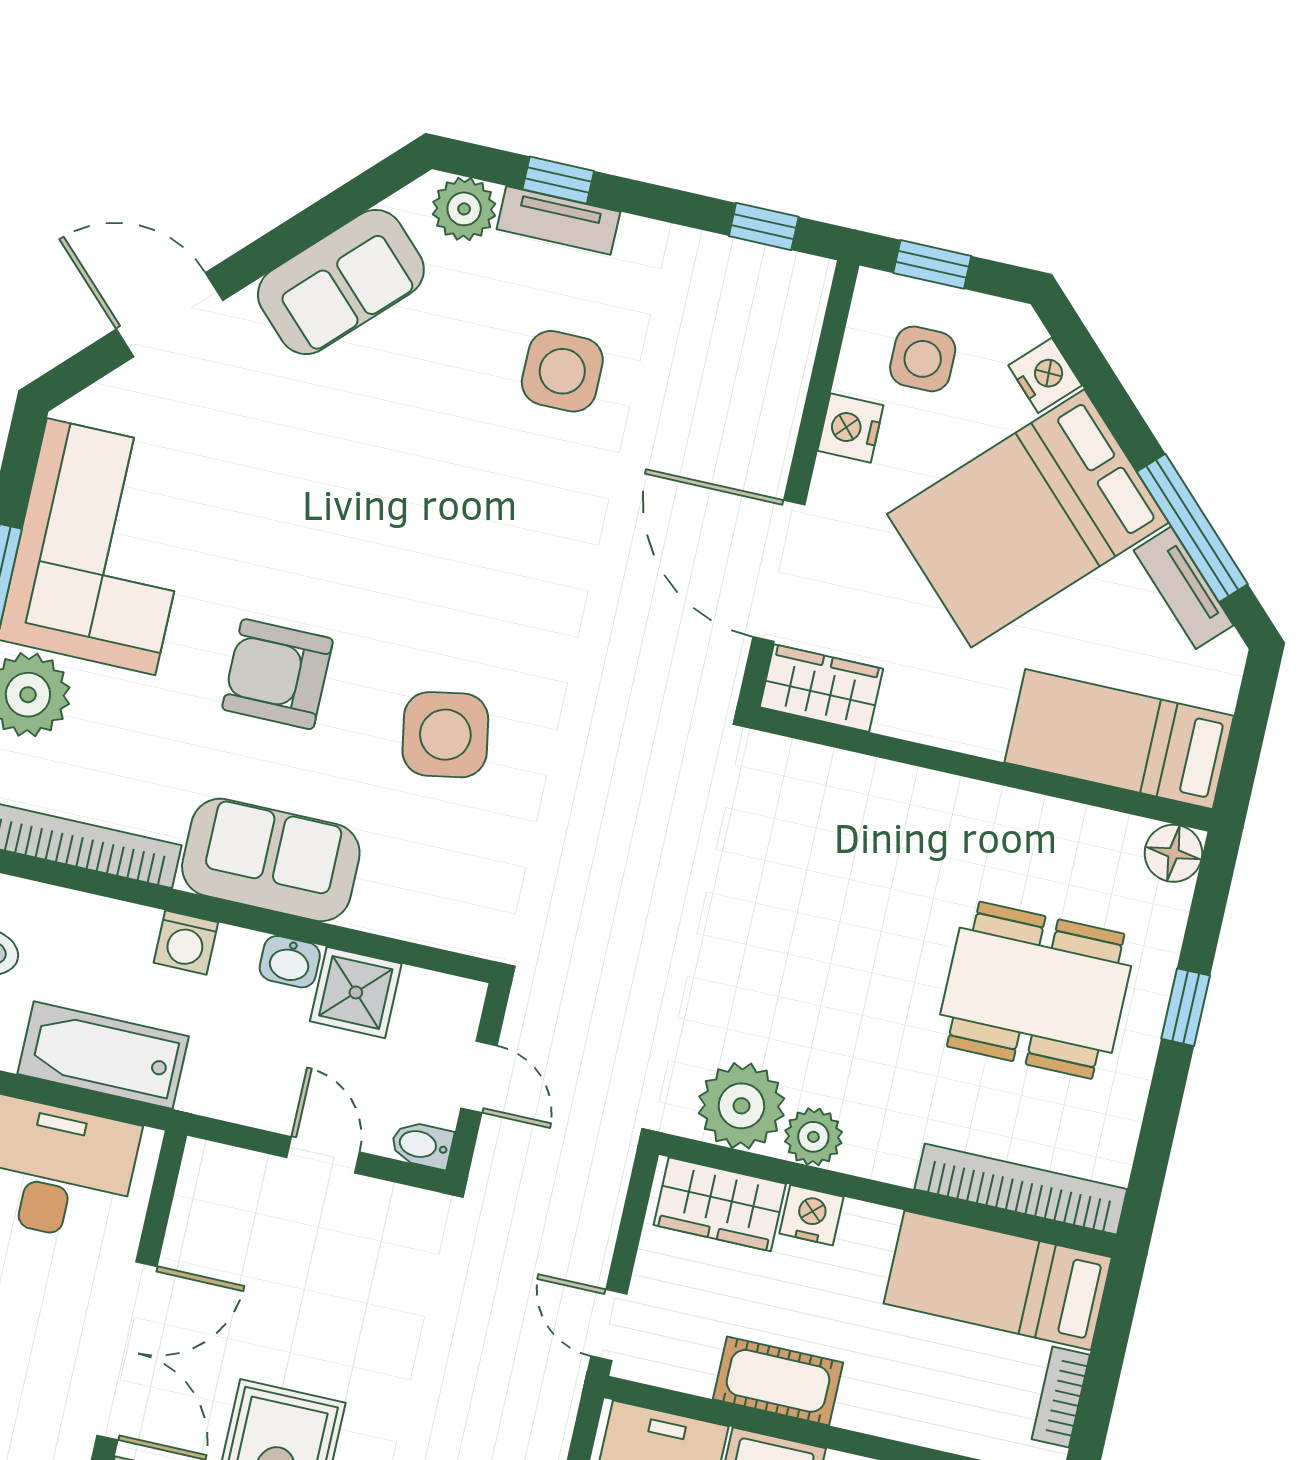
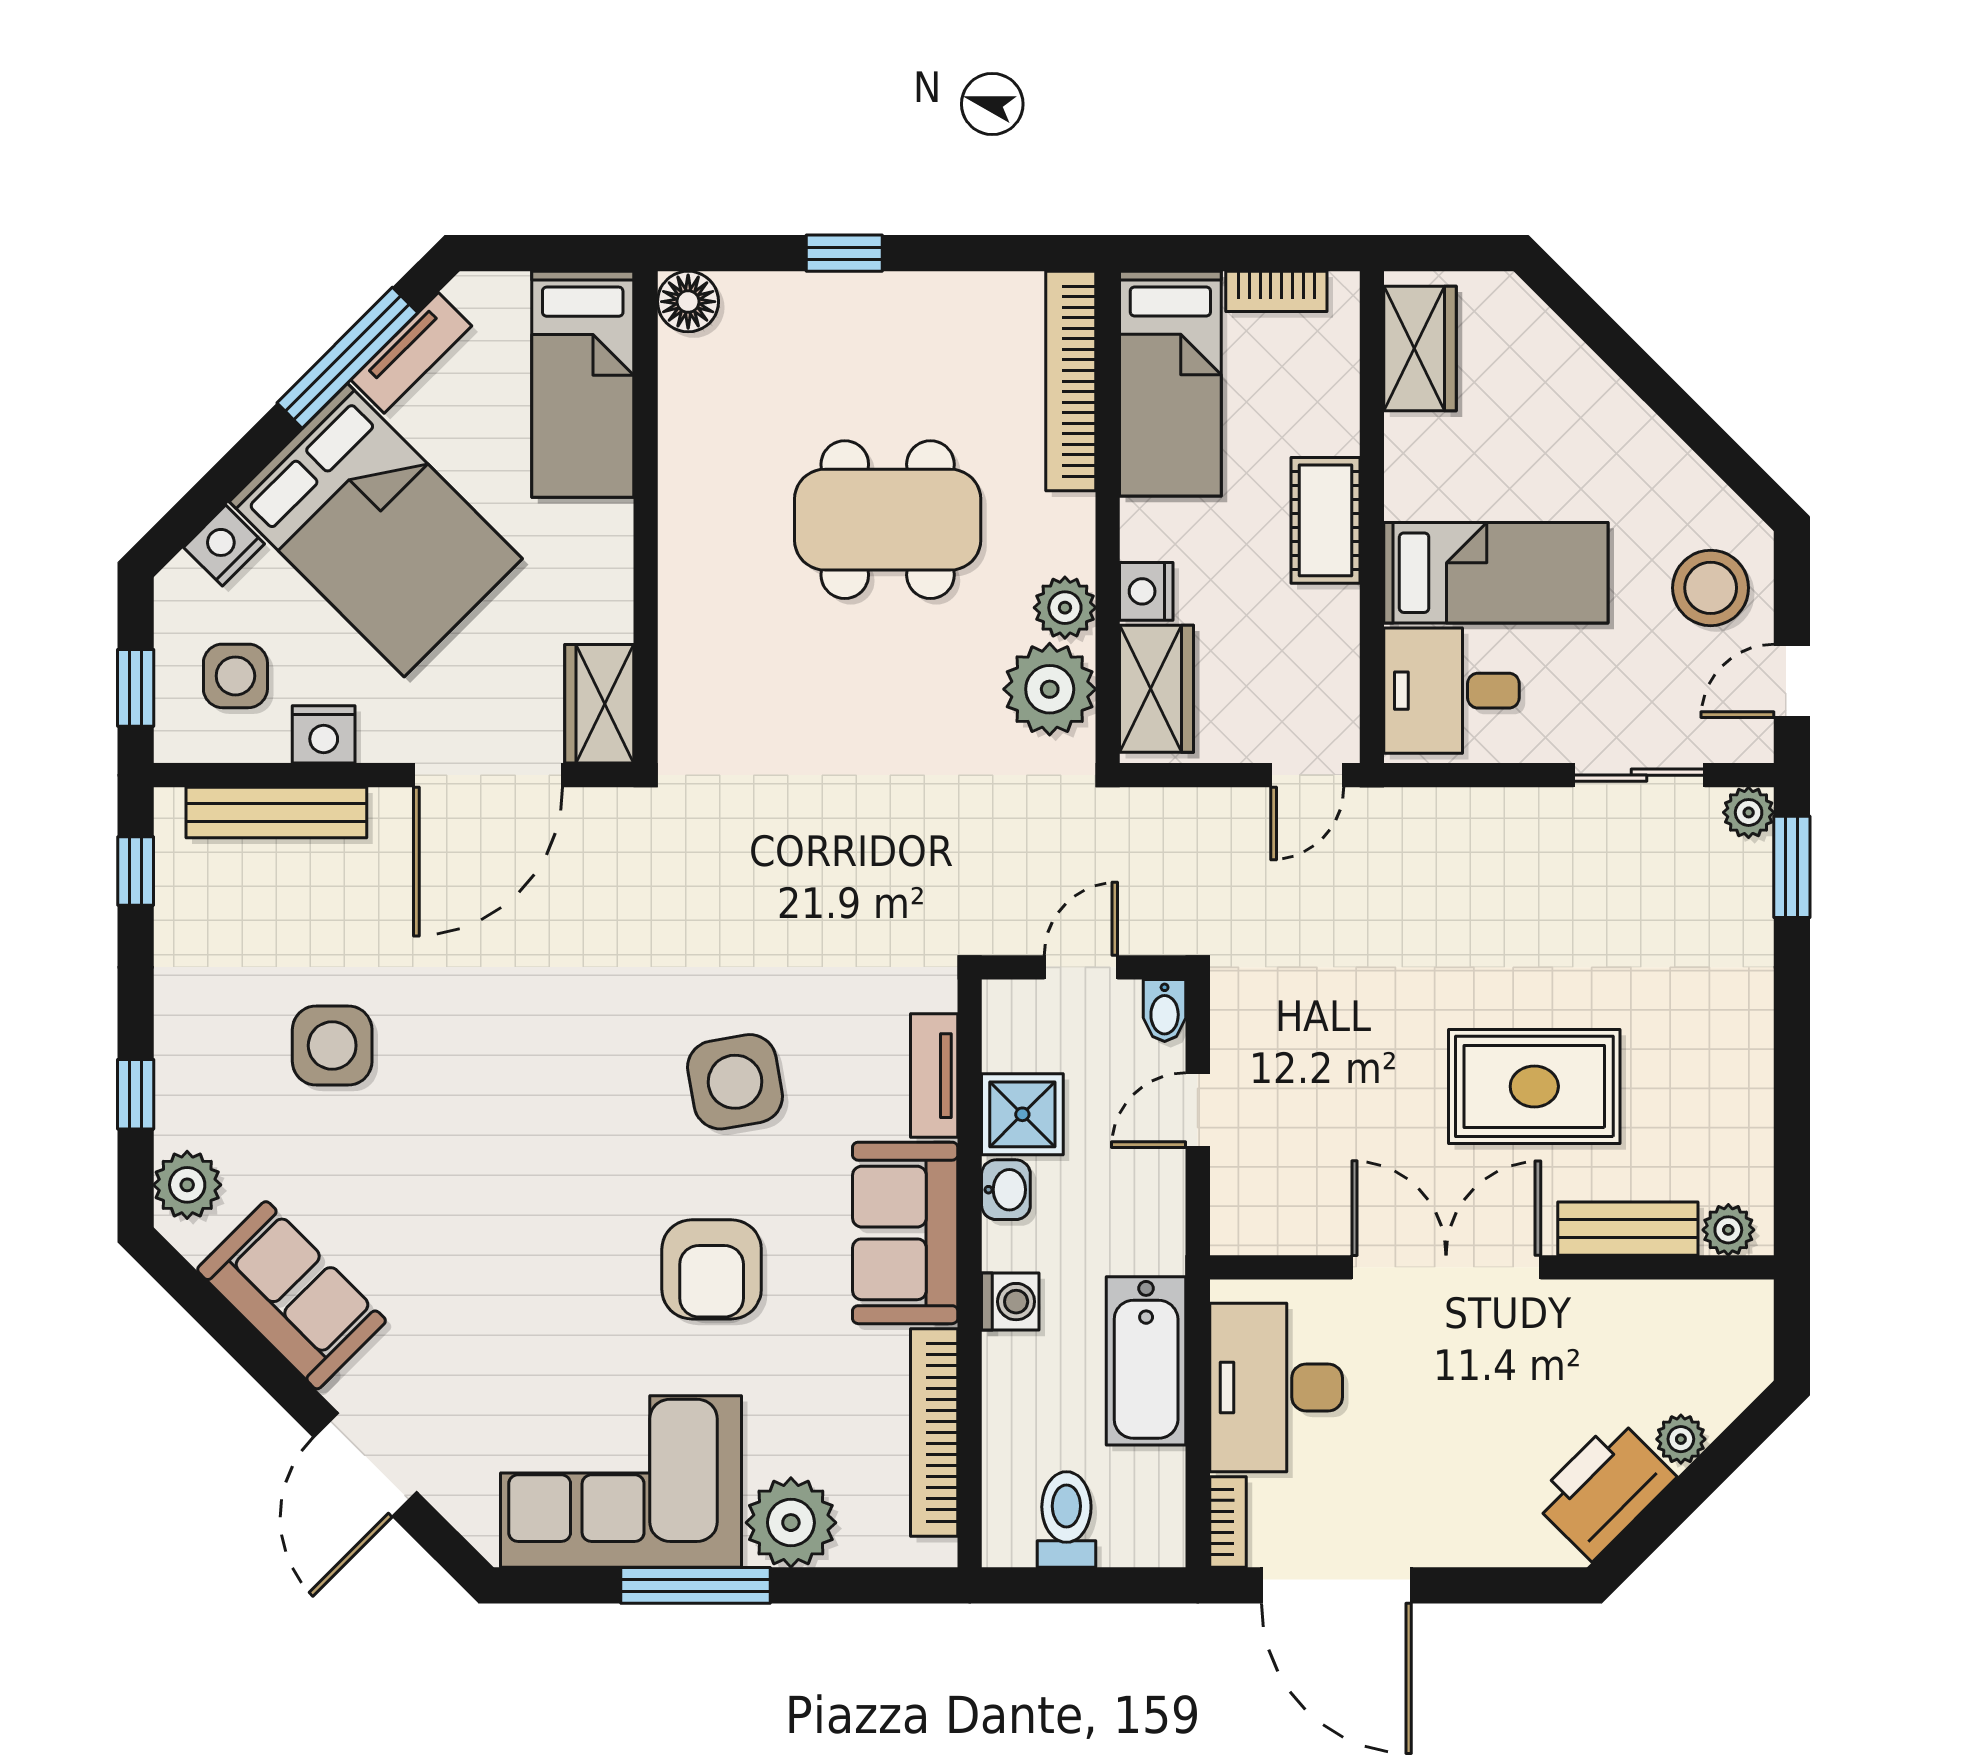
tv unit: (558, 220) -> (934, 1076), moved, turned 180
bench: (788, 368) -> (276, 812), added
dining table: (1036, 990) -> (888, 520), moved, turned 90
cot: (778, 1381) -> (1326, 520), moved

